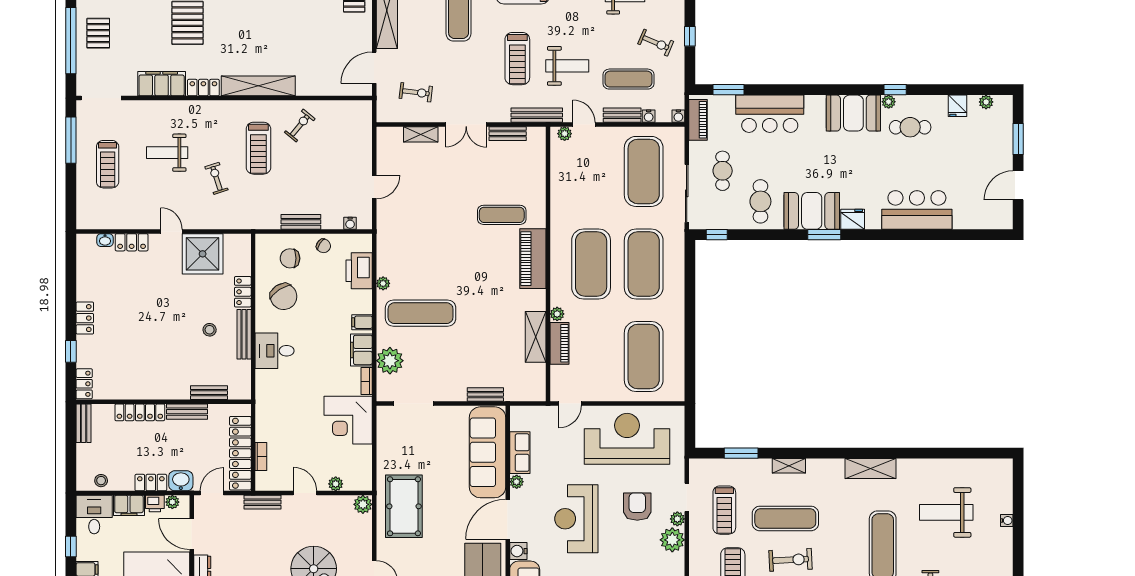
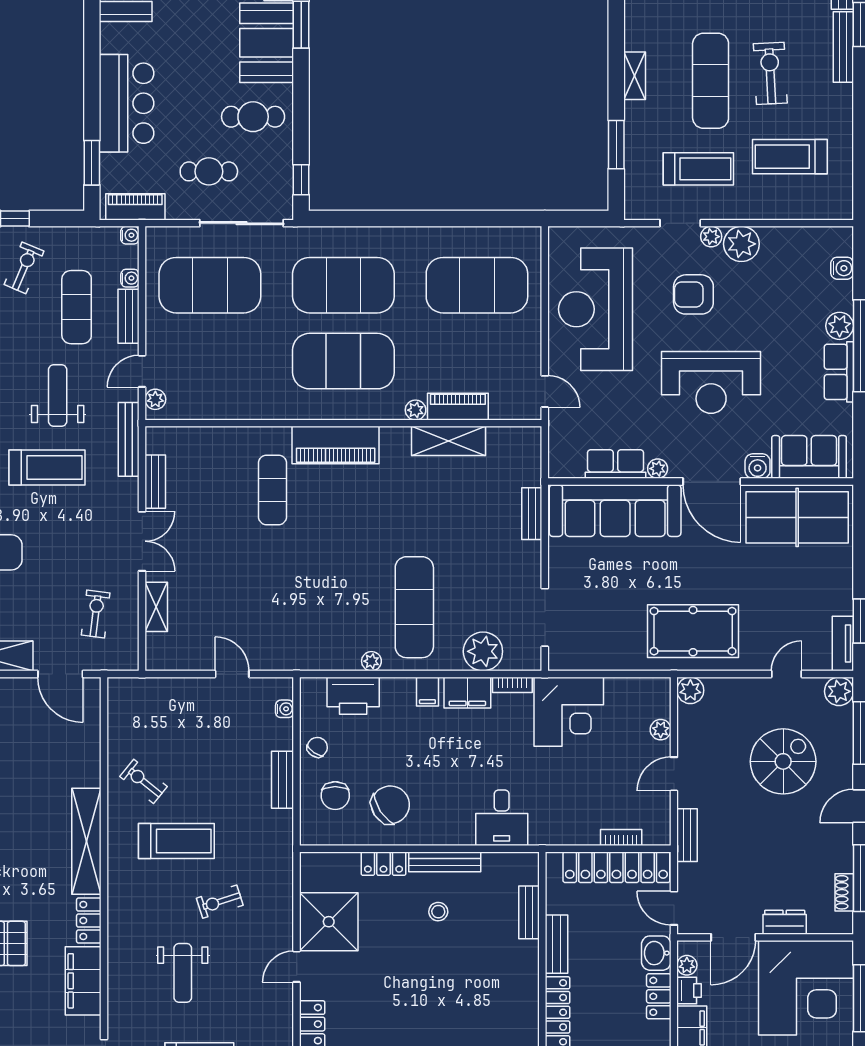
desk: (275, 351) -> (502, 818), moved

